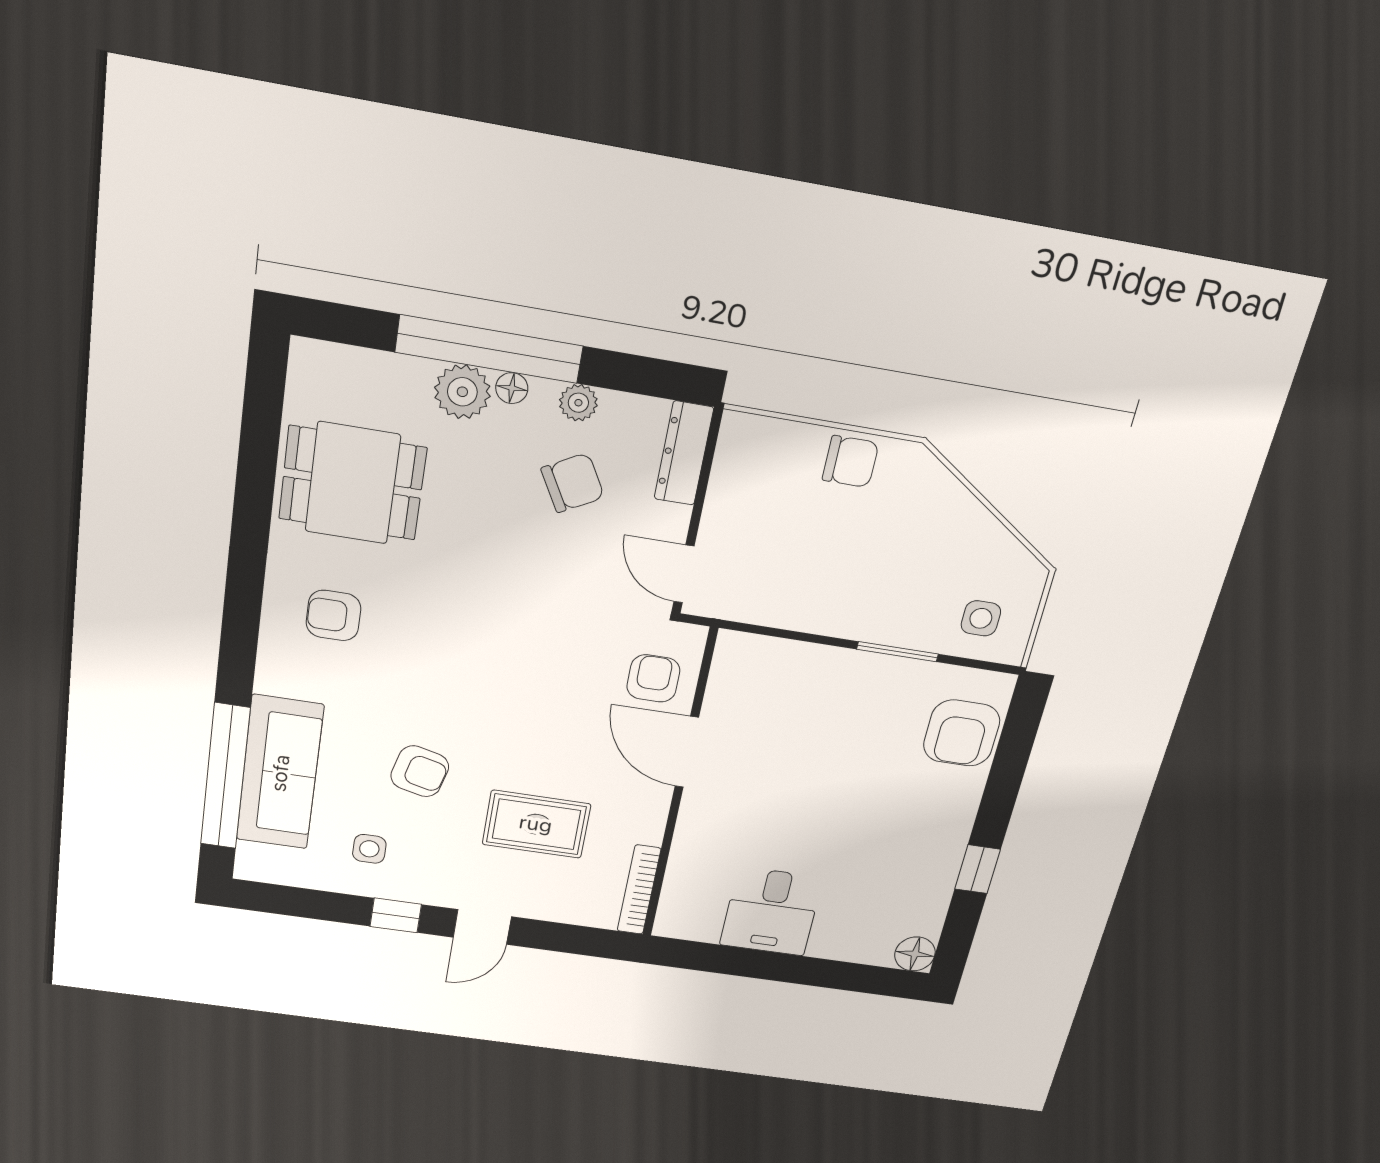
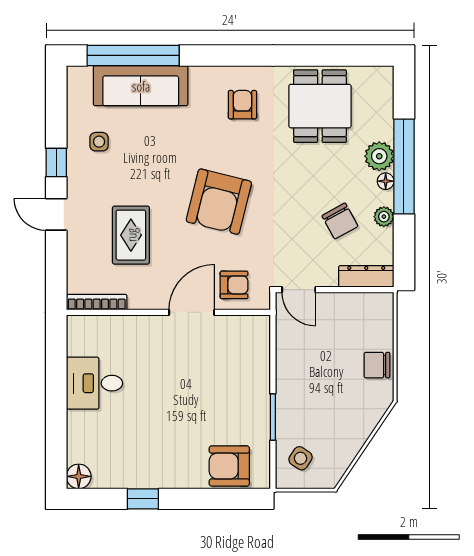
chair: (850, 462) -> (377, 365), turned 90
door: (684, 574) -> (299, 290), swing flipped
side table: (981, 618) -> (301, 458), turned 33
armchair: (420, 771) -> (219, 202), moved, width x1.88, depth x1.88

